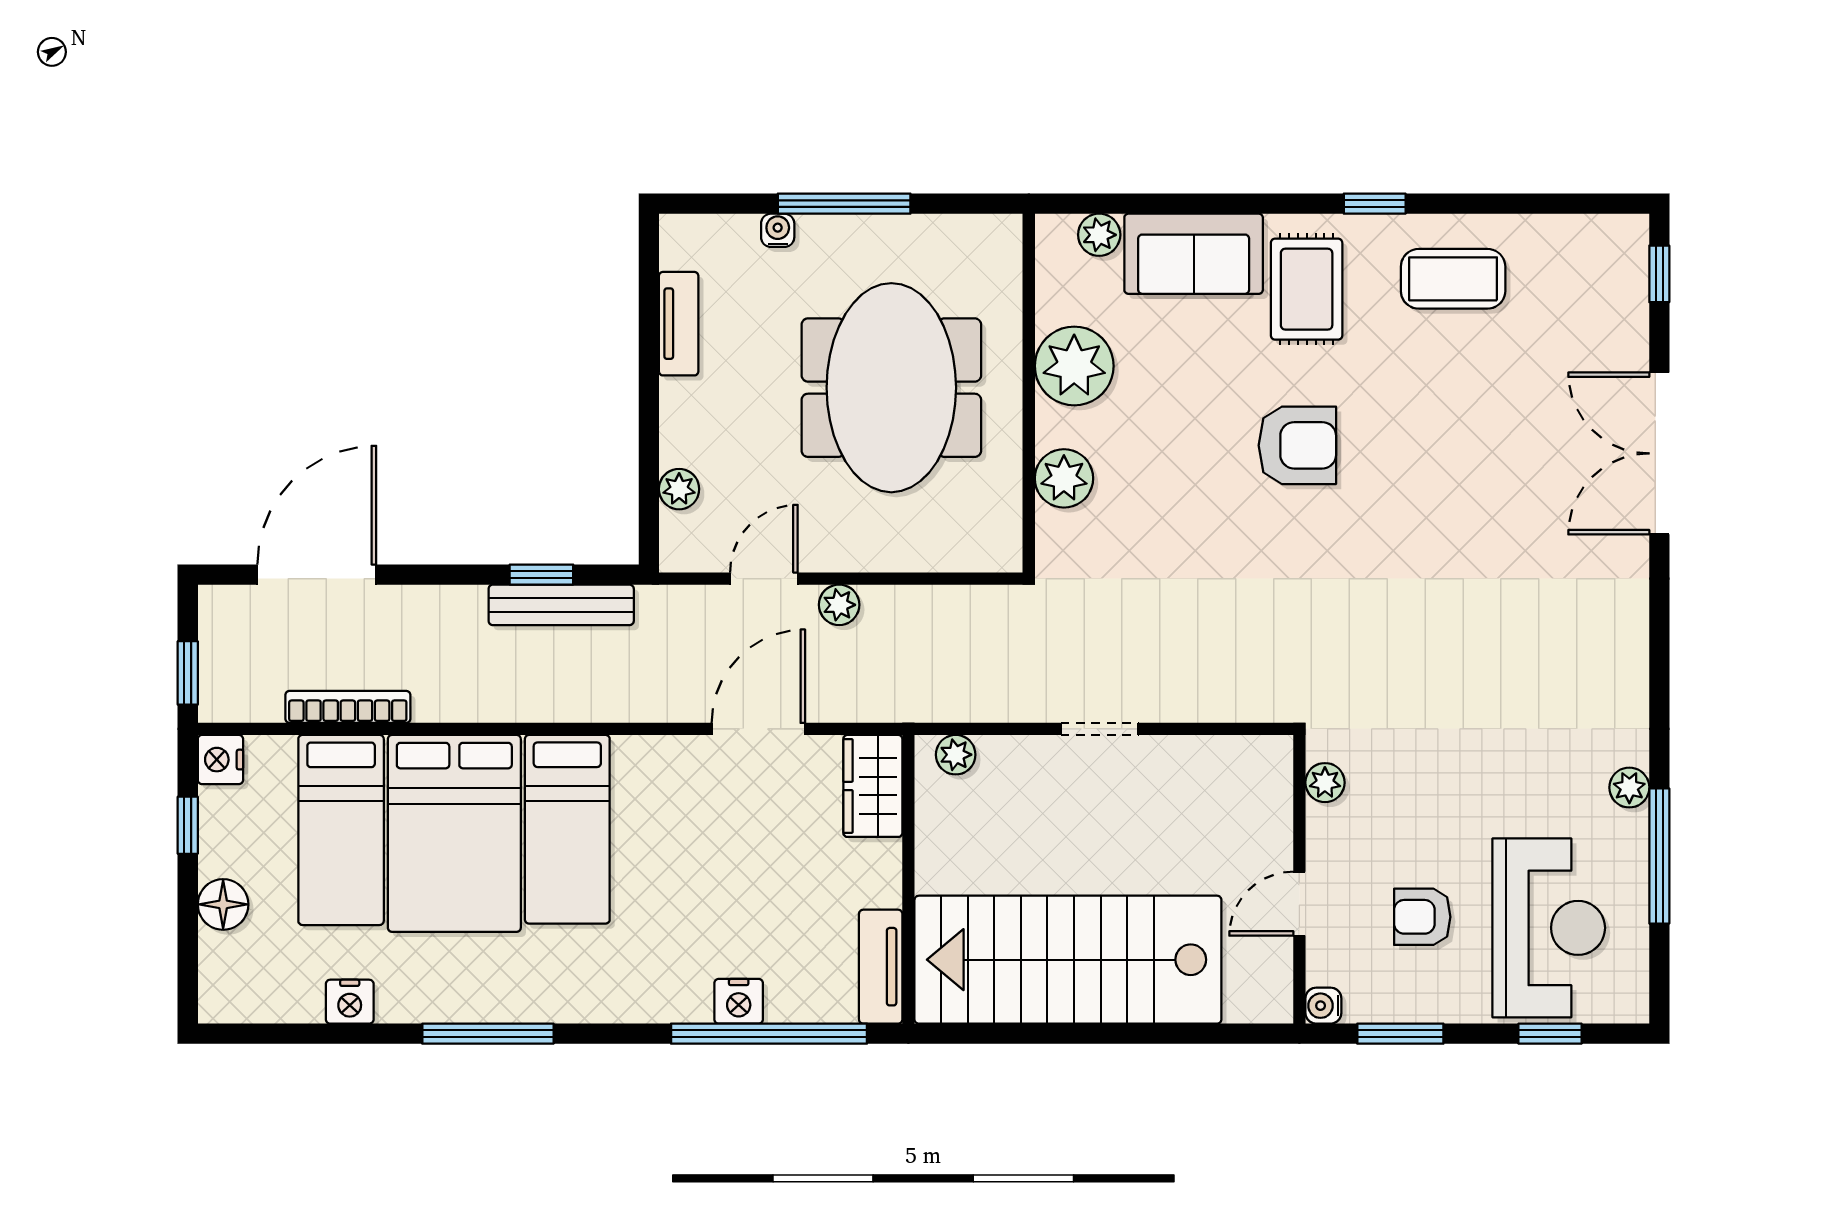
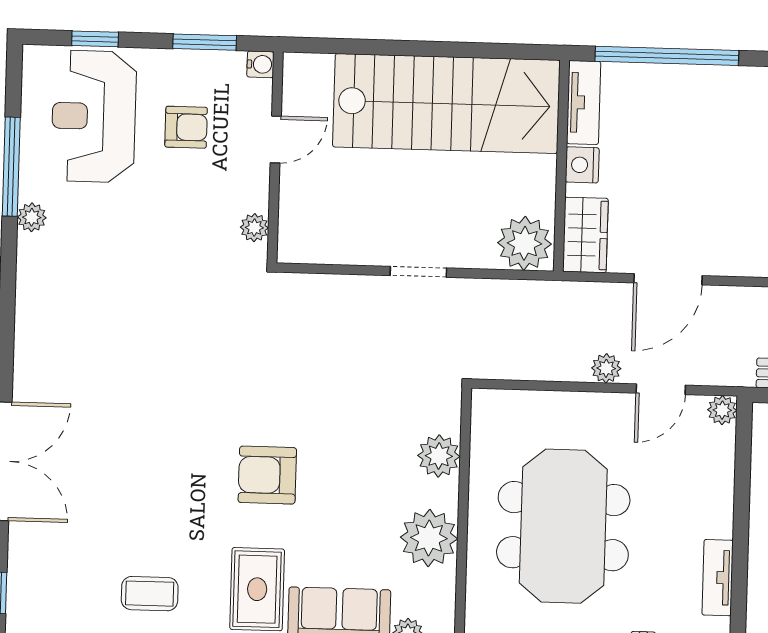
coffee table: (1453, 279) -> (150, 594), width x0.73, depth x0.77
plant: (679, 489) -> (722, 410), moved
plant: (956, 755) -> (524, 243), width x1.87, depth x1.87
nightstand: (739, 1001) -> (582, 165), moved, turned -90

